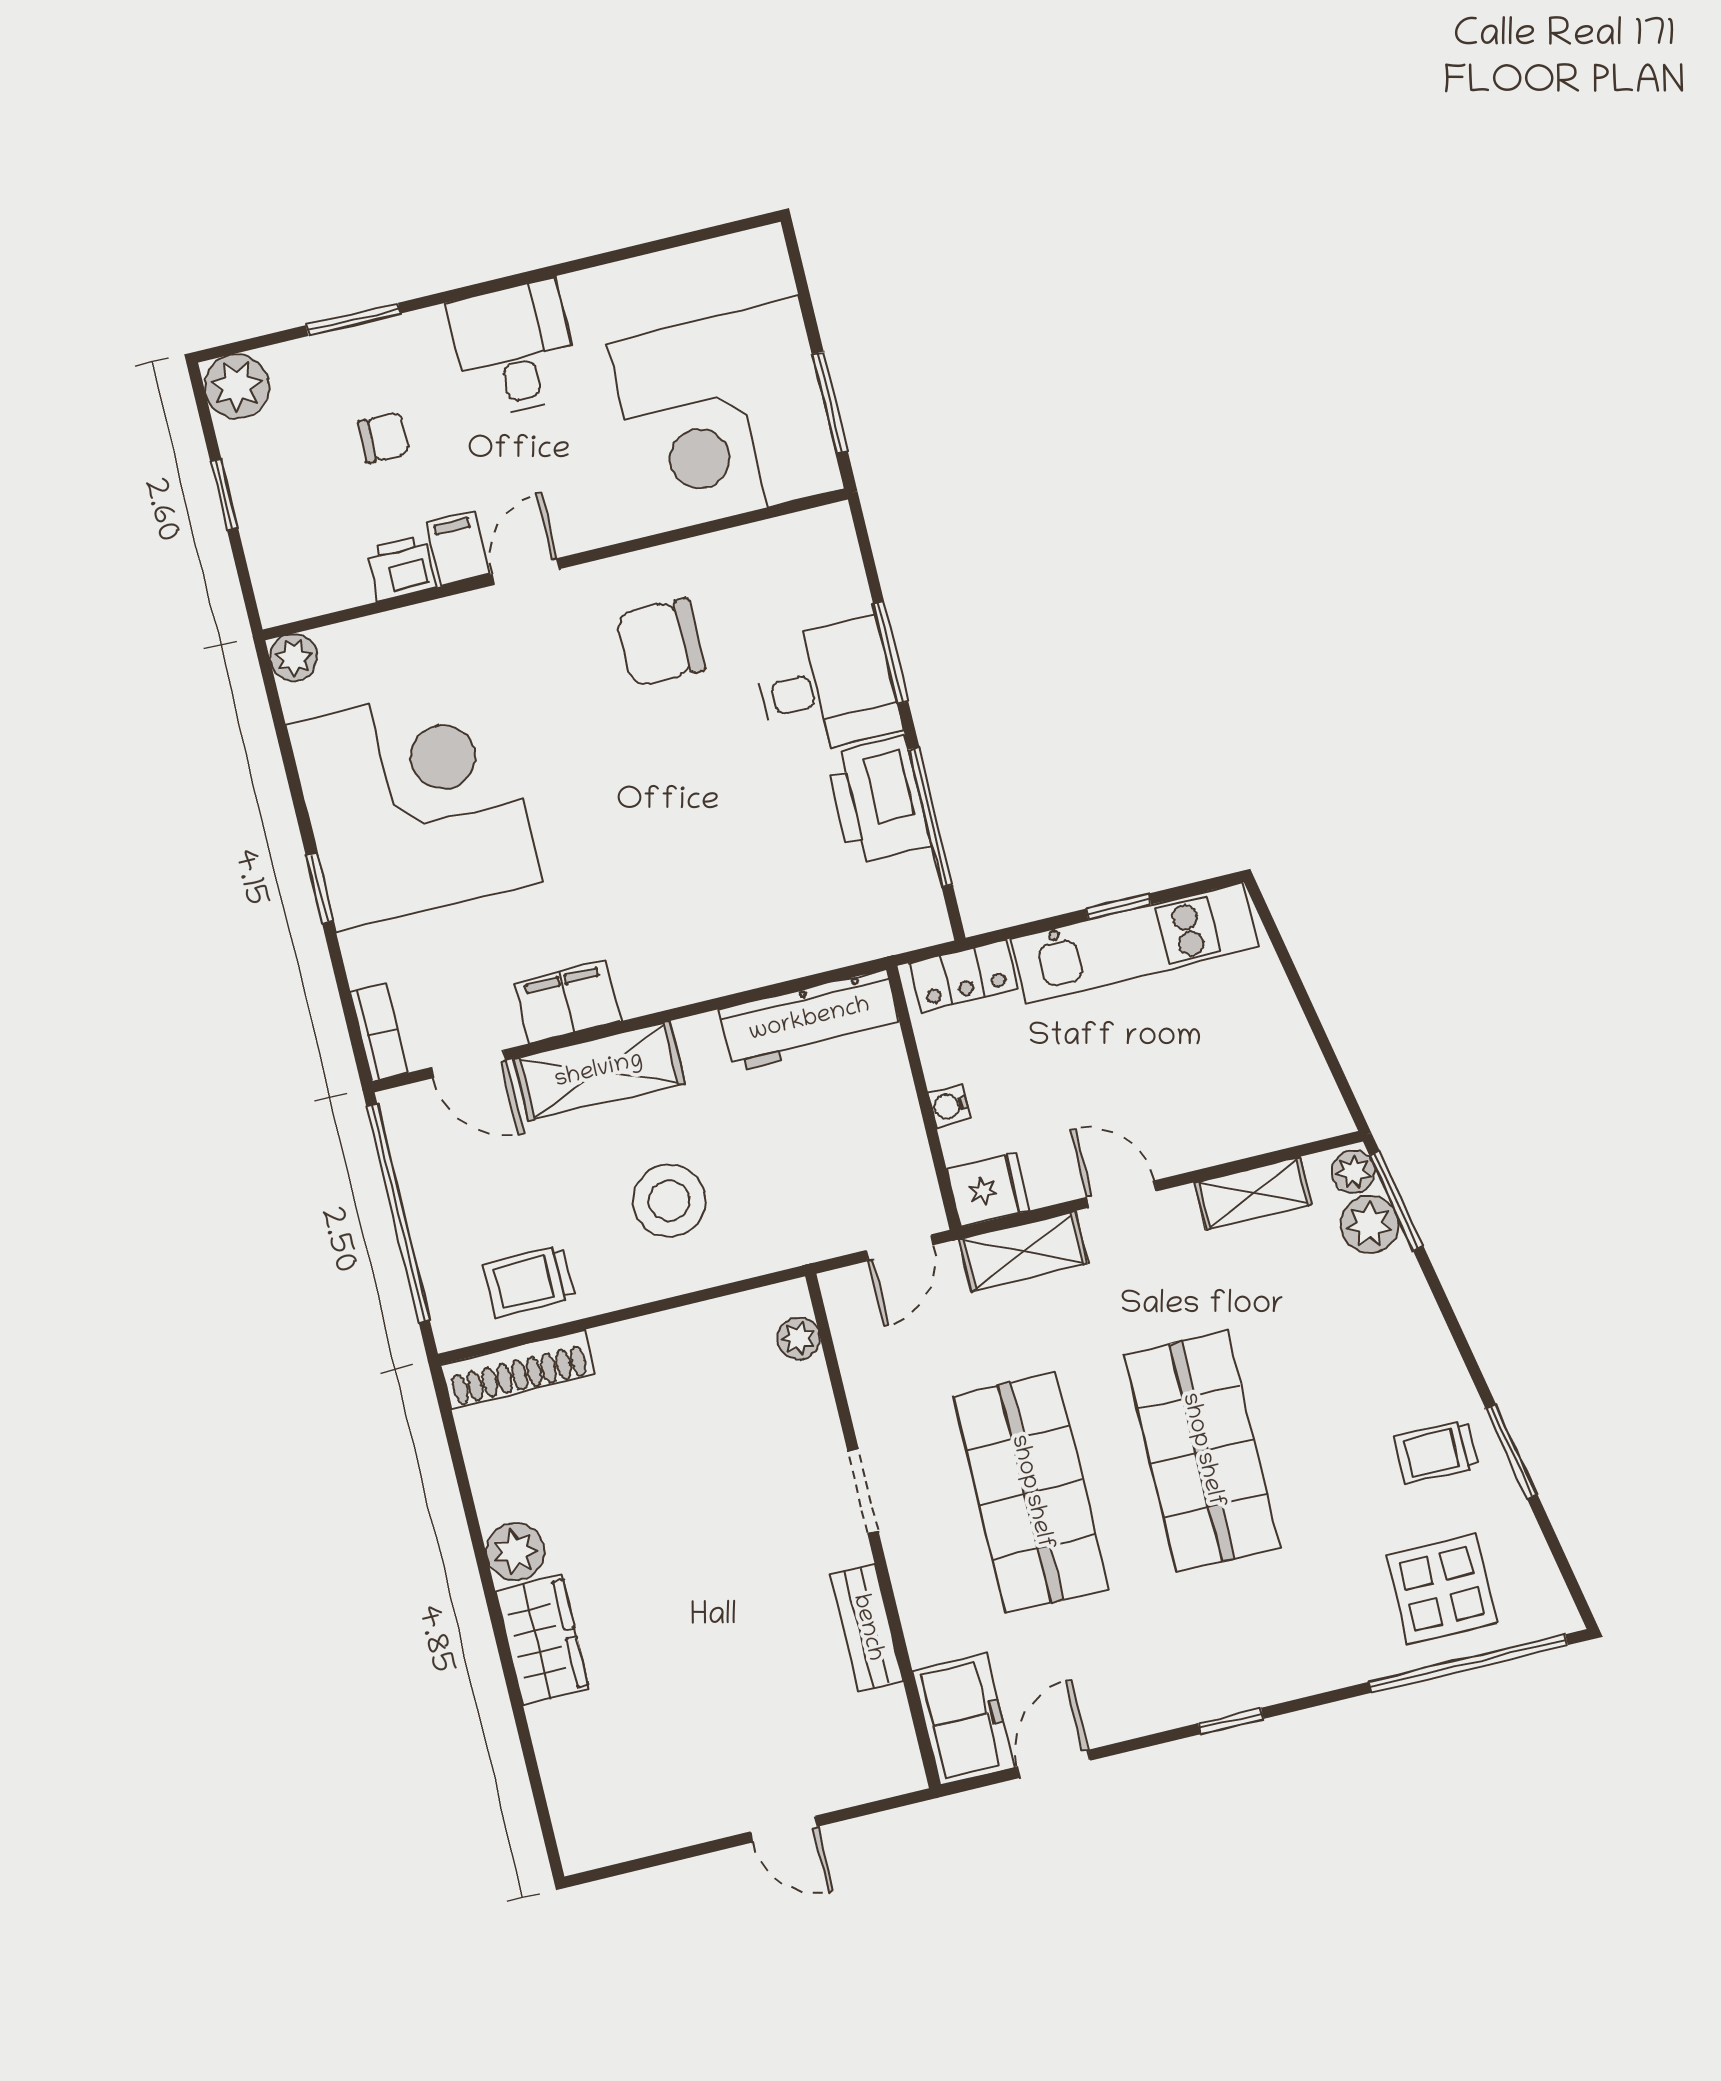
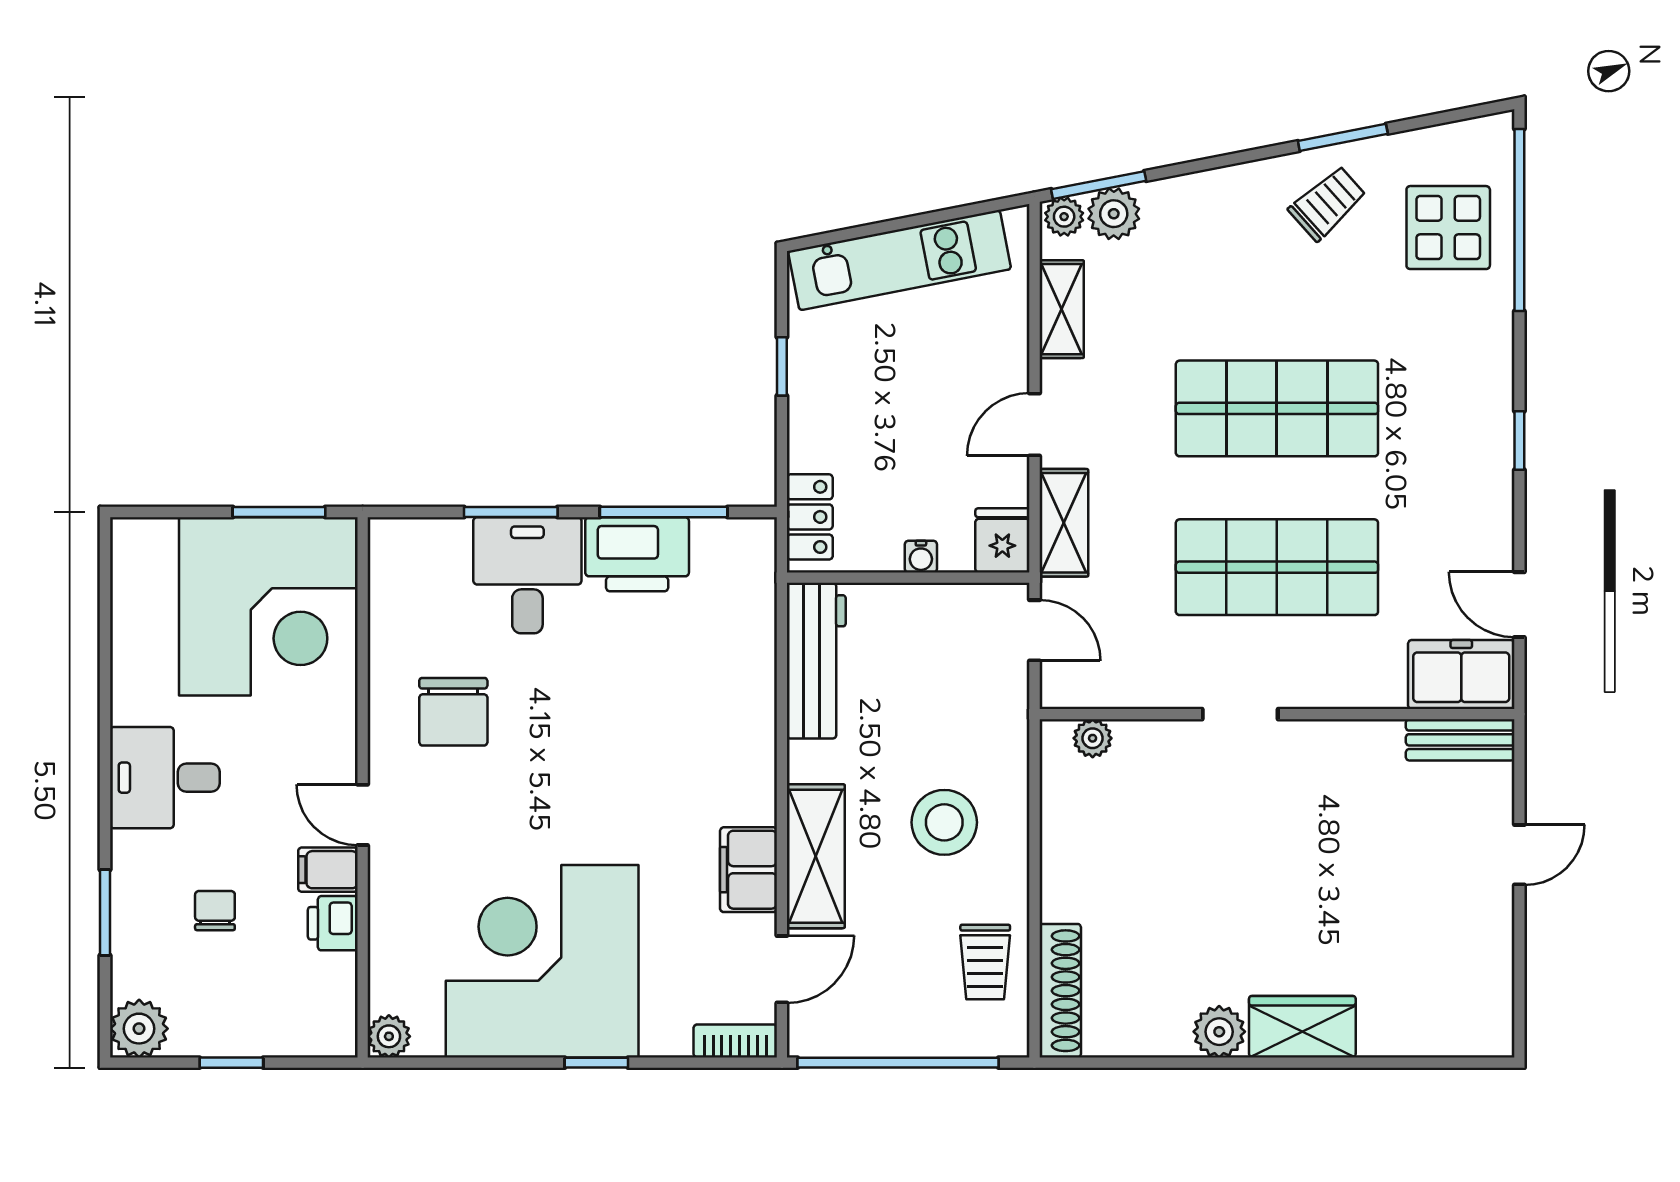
kitchen unit: (1135, 943) -> (900, 260), moved, turned 79
trolley: (1437, 1452) -> (1327, 203), turned -132
bench: (867, 1628) -> (1460, 740), moved

